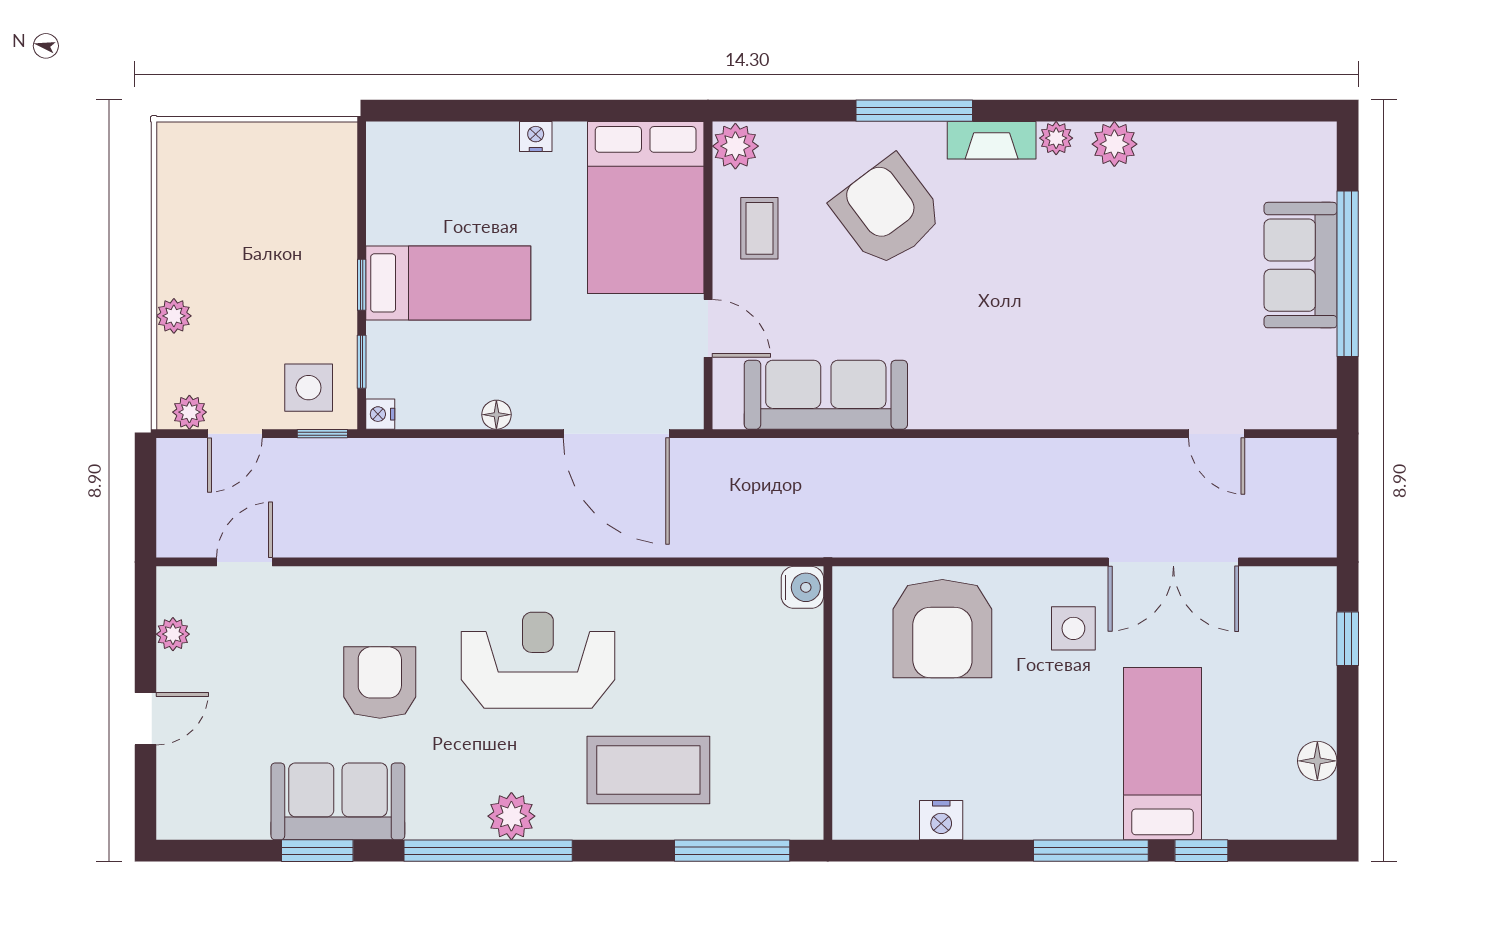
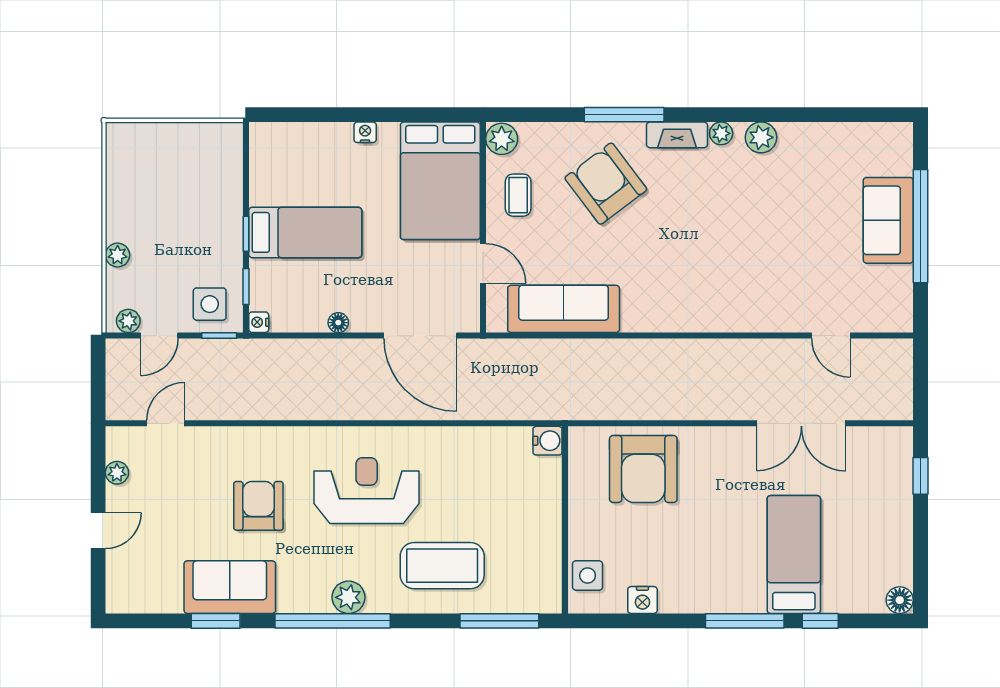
side table: (1073, 628) -> (588, 576), moved
floor lamp: (1317, 761) -> (900, 600), moved

